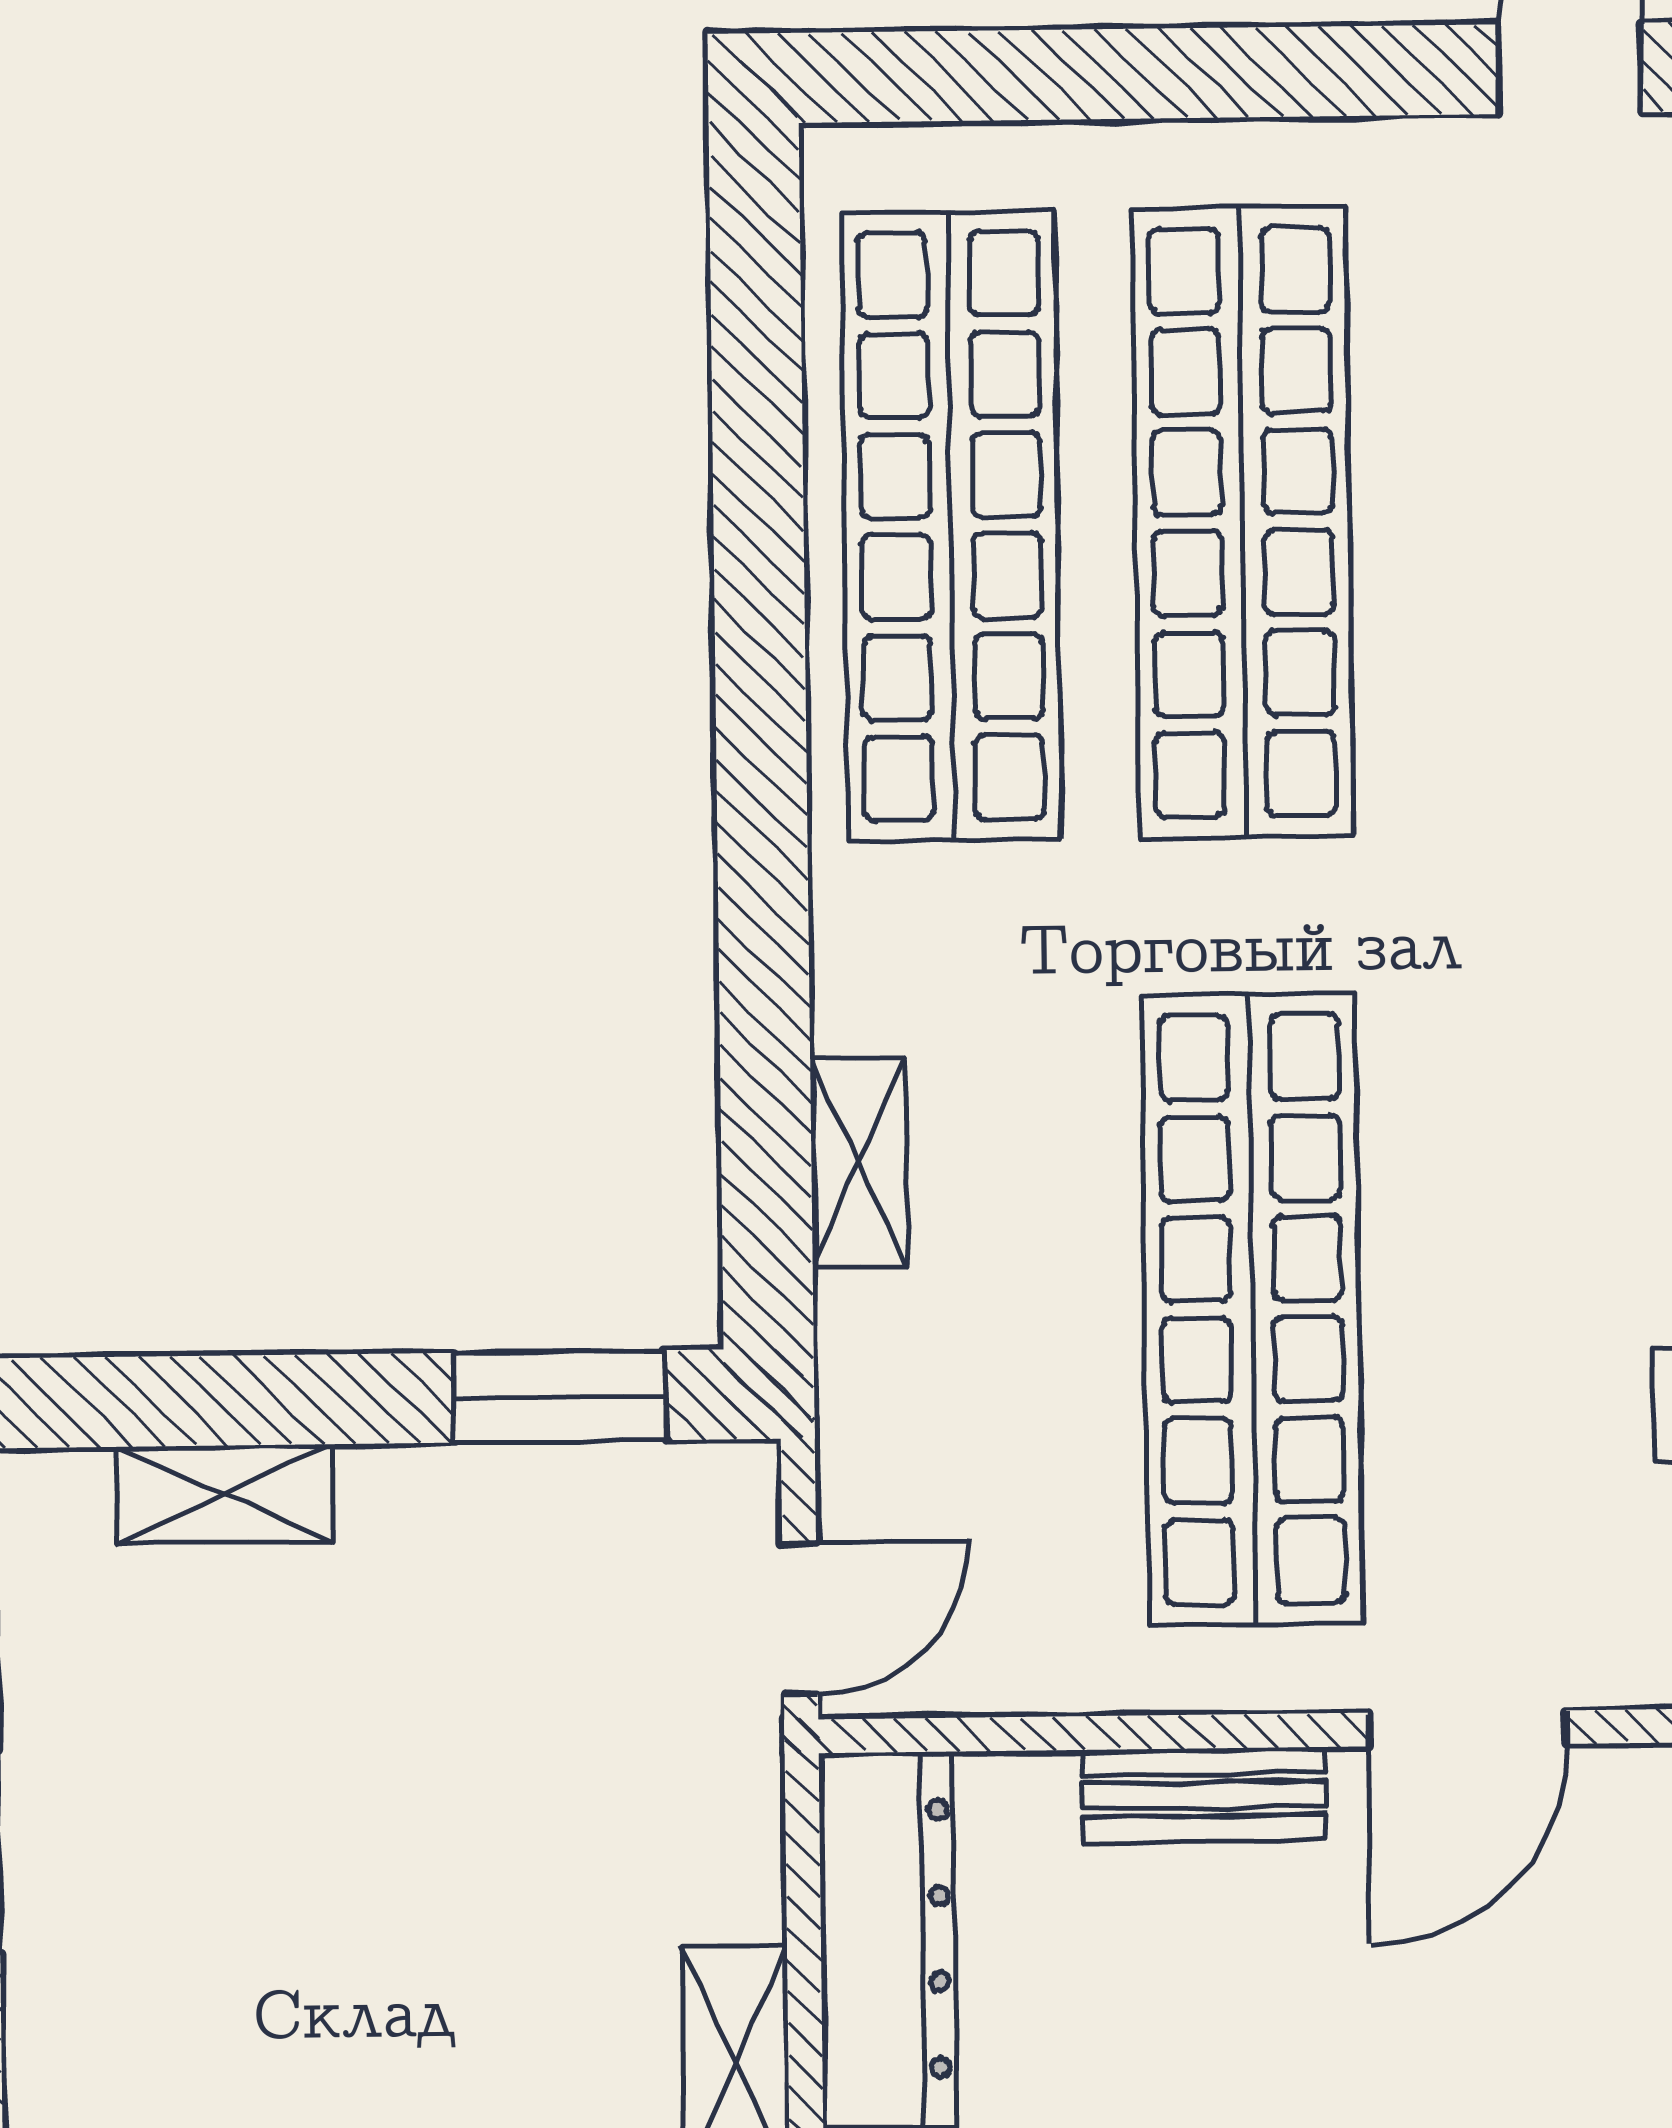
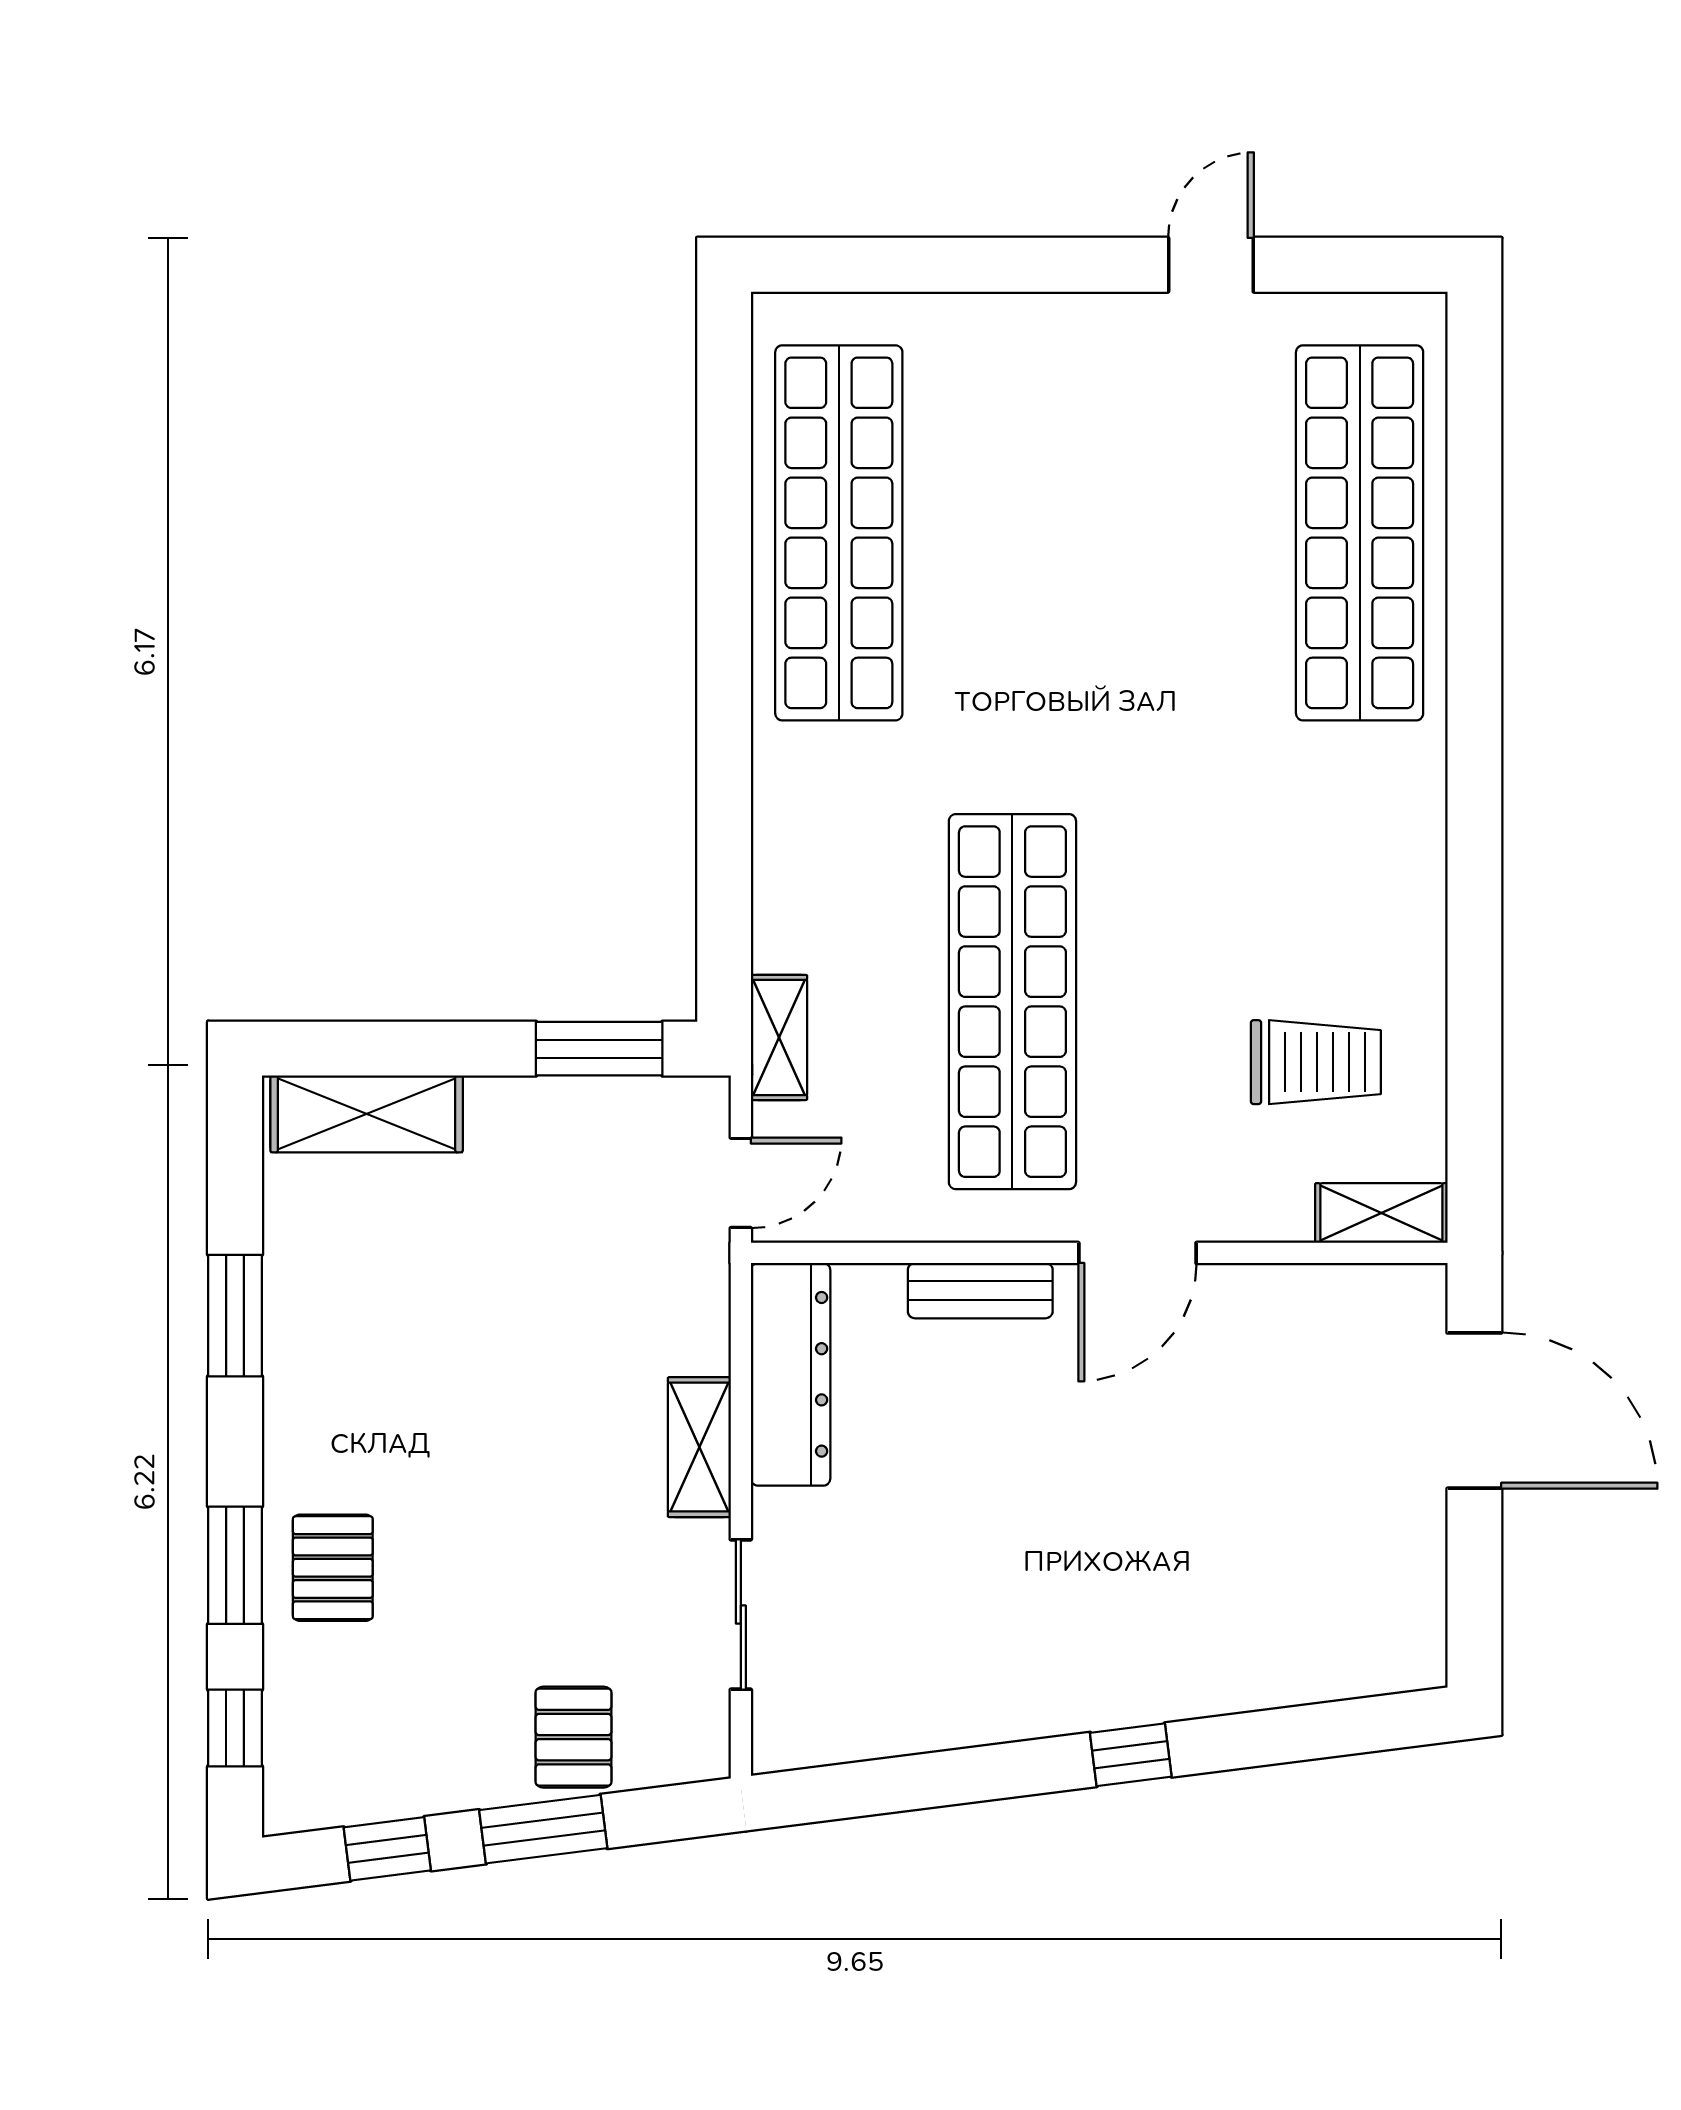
shop shelf: (1243, 522) -> (1012, 533), removed
shelving: (859, 1163) -> (779, 1037), moved
shelving: (224, 1494) -> (367, 1114), width x1.50, depth x1.33

